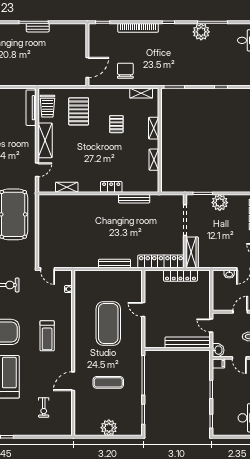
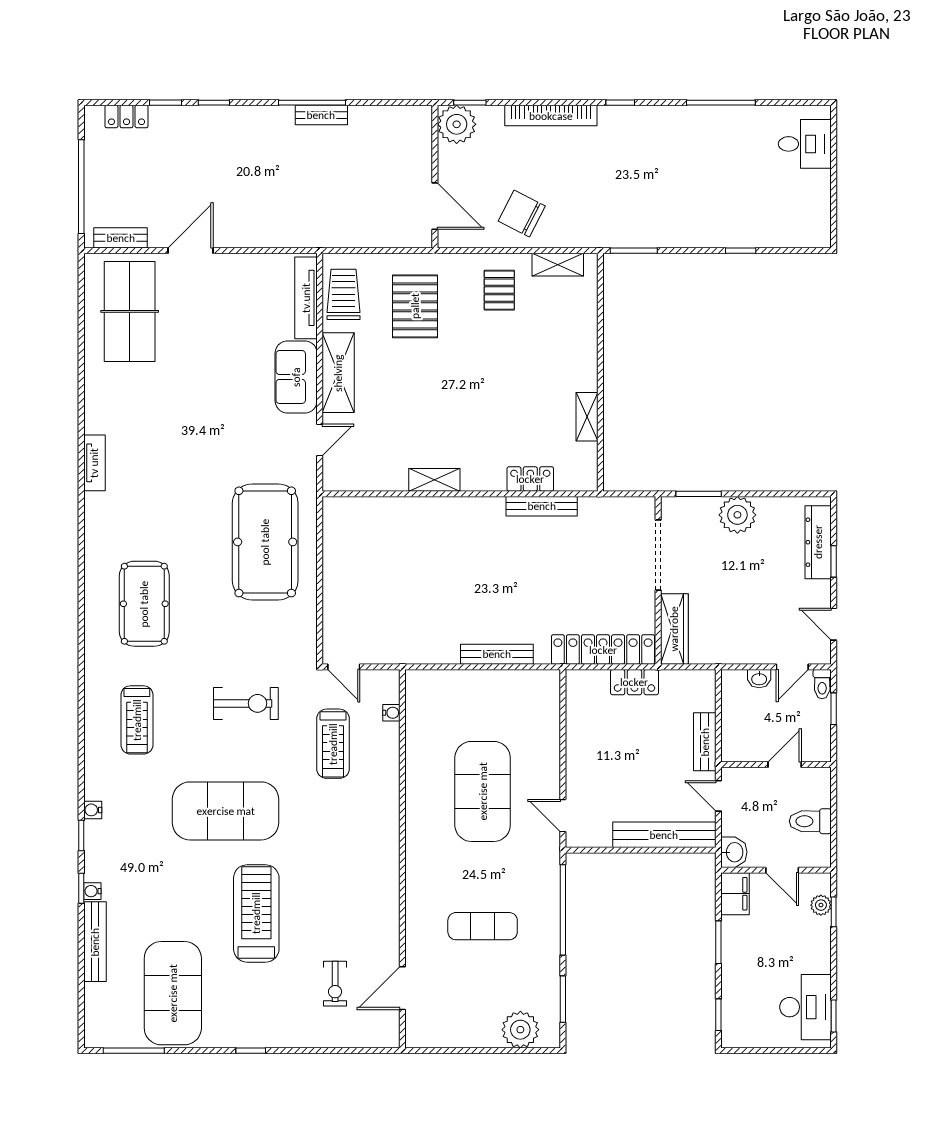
plant: (201, 32) -> (457, 124), moved
door: (87, 68) -> (435, 206), hinge flipped
chair: (125, 71) -> (522, 214), turned -63
trolley: (47, 106) -> (344, 294), turned 180
pallet: (116, 124) -> (499, 290), moved
shelving: (154, 128) -> (587, 345), removed
sofa: (27, 142) -> (296, 377), added
shelving: (67, 187) -> (434, 480), moved
locker: (111, 187) -> (530, 479), moved
locker: (180, 276) -> (634, 682), width x0.66
bench: (205, 302) -> (705, 742), added
door: (143, 309) -> (563, 816), moved
treadmill: (47, 336) -> (333, 744), moved
filing cabinet: (219, 364) -> (735, 894), width x2.00
door: (73, 381) -> (402, 988), moved
plant: (109, 428) -> (520, 1030), moved

